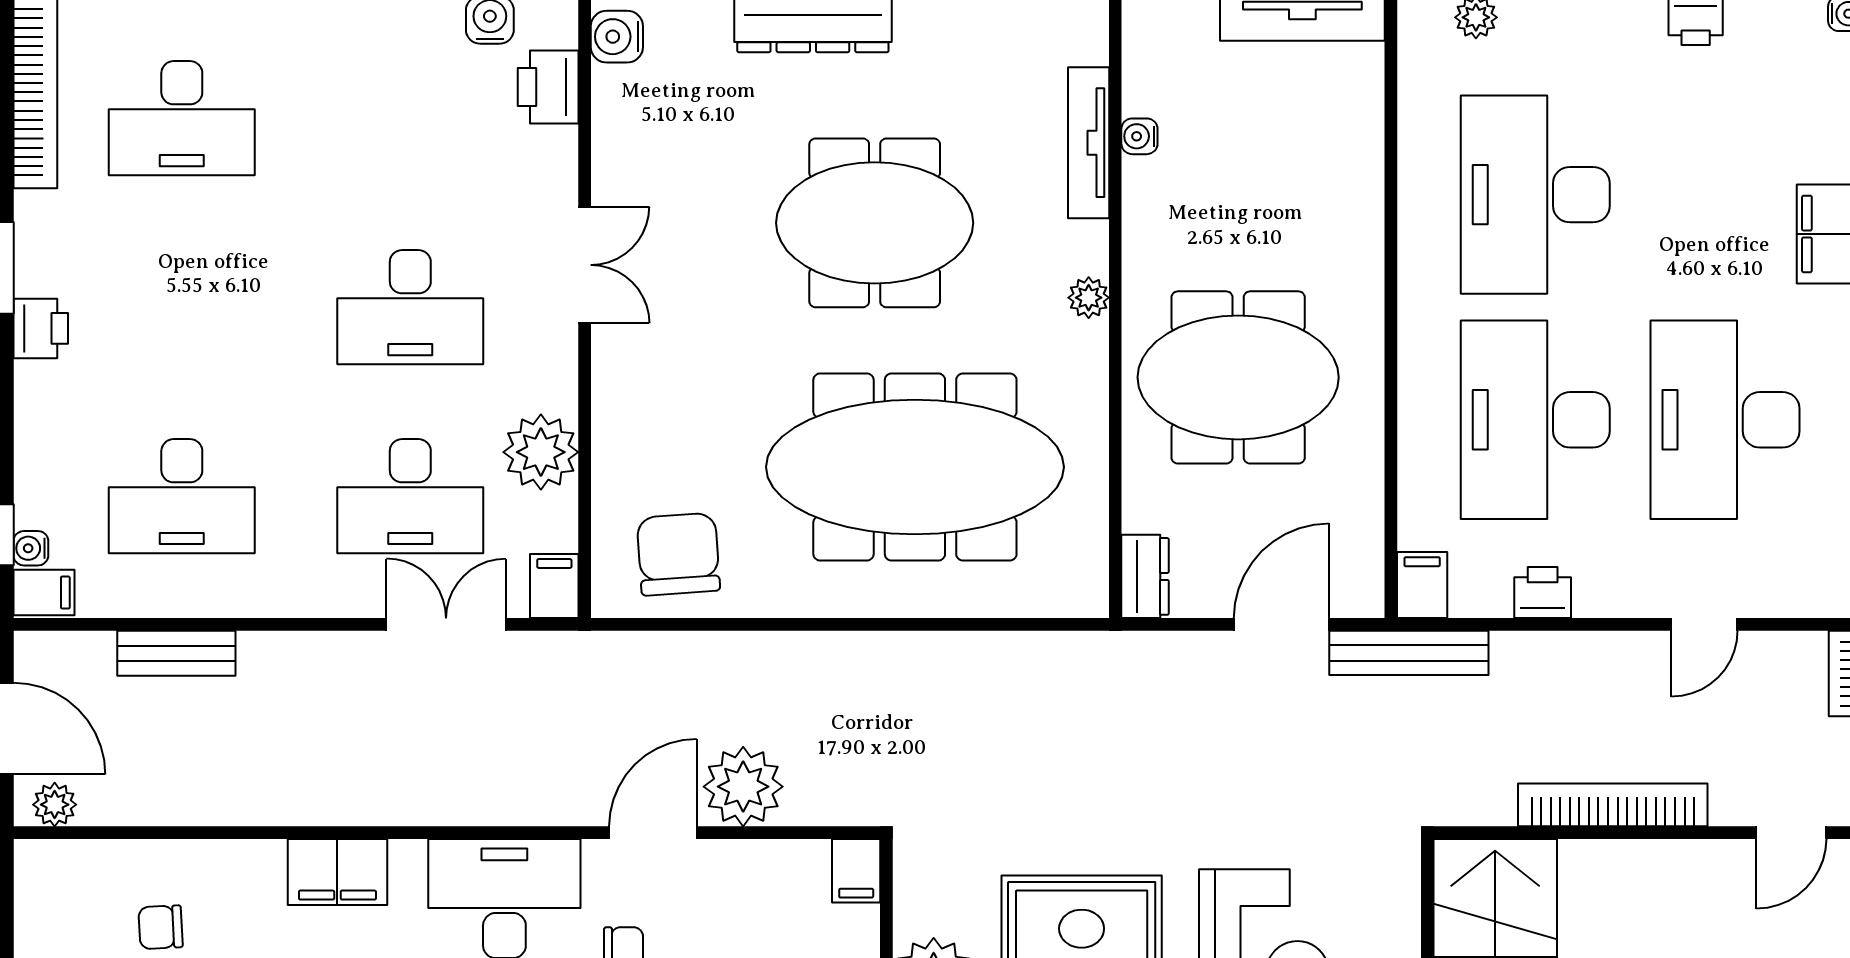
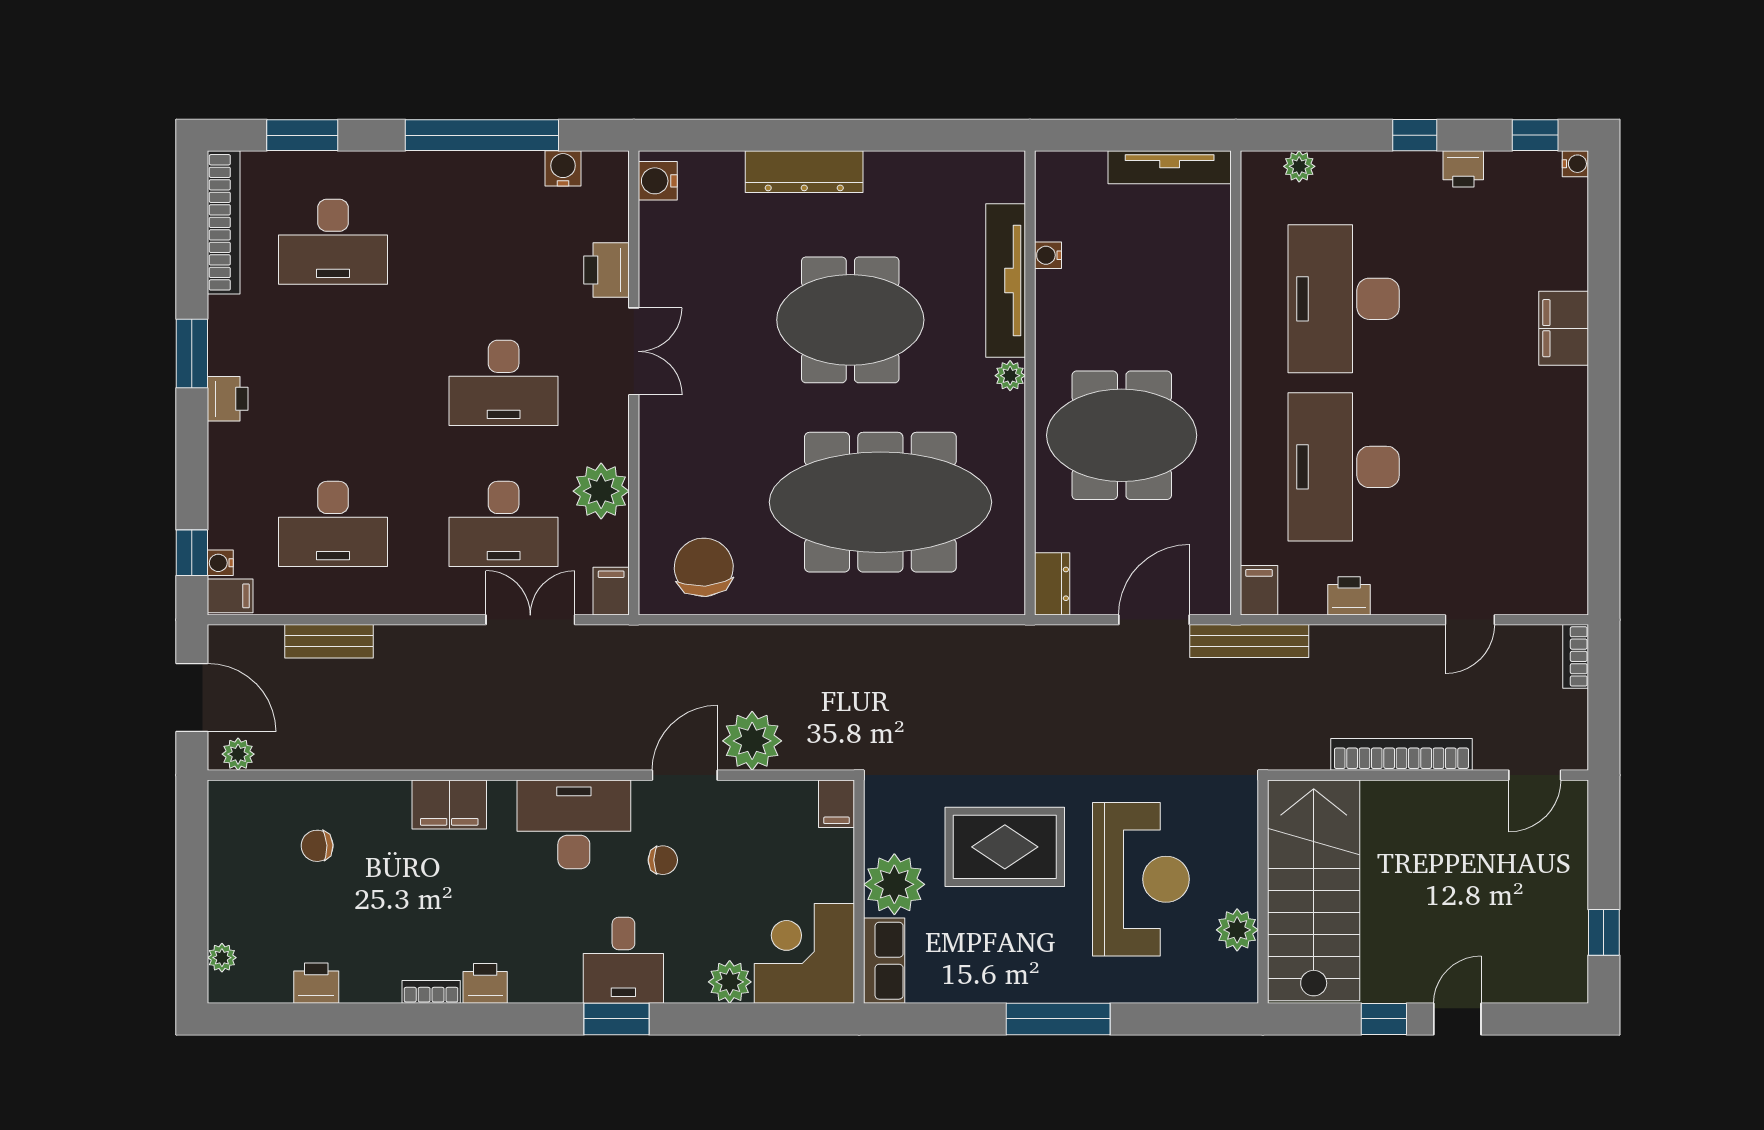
printer: (548, 87) -> (607, 270), moved
tv unit: (1089, 143) -> (1006, 280), width x1.36, depth x1.29
desk: (1725, 420) -> (1485, 467), removed

